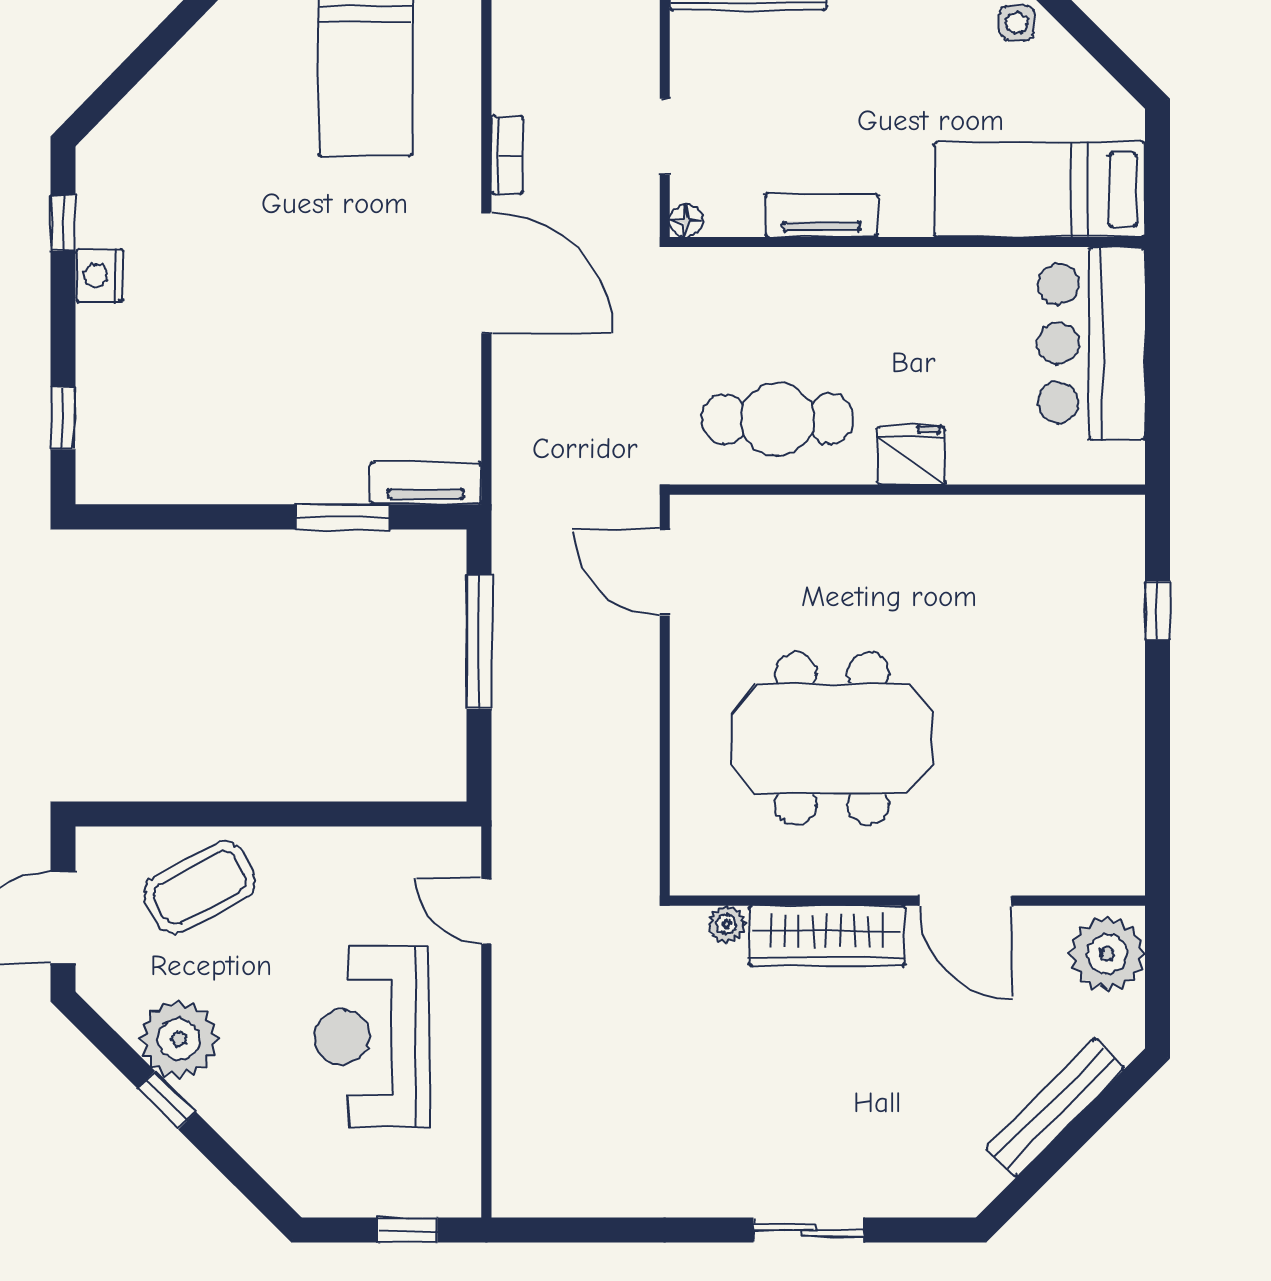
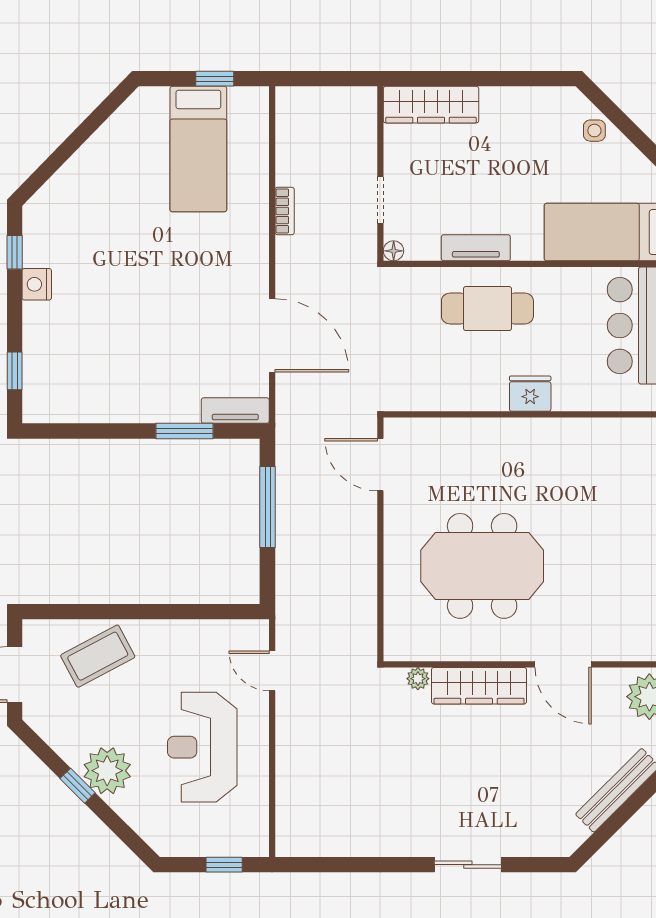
door: (486, 273) -> (272, 335), moved
cafe table: (777, 419) -> (487, 309), moved
plant: (179, 1039) -> (107, 771), moved

